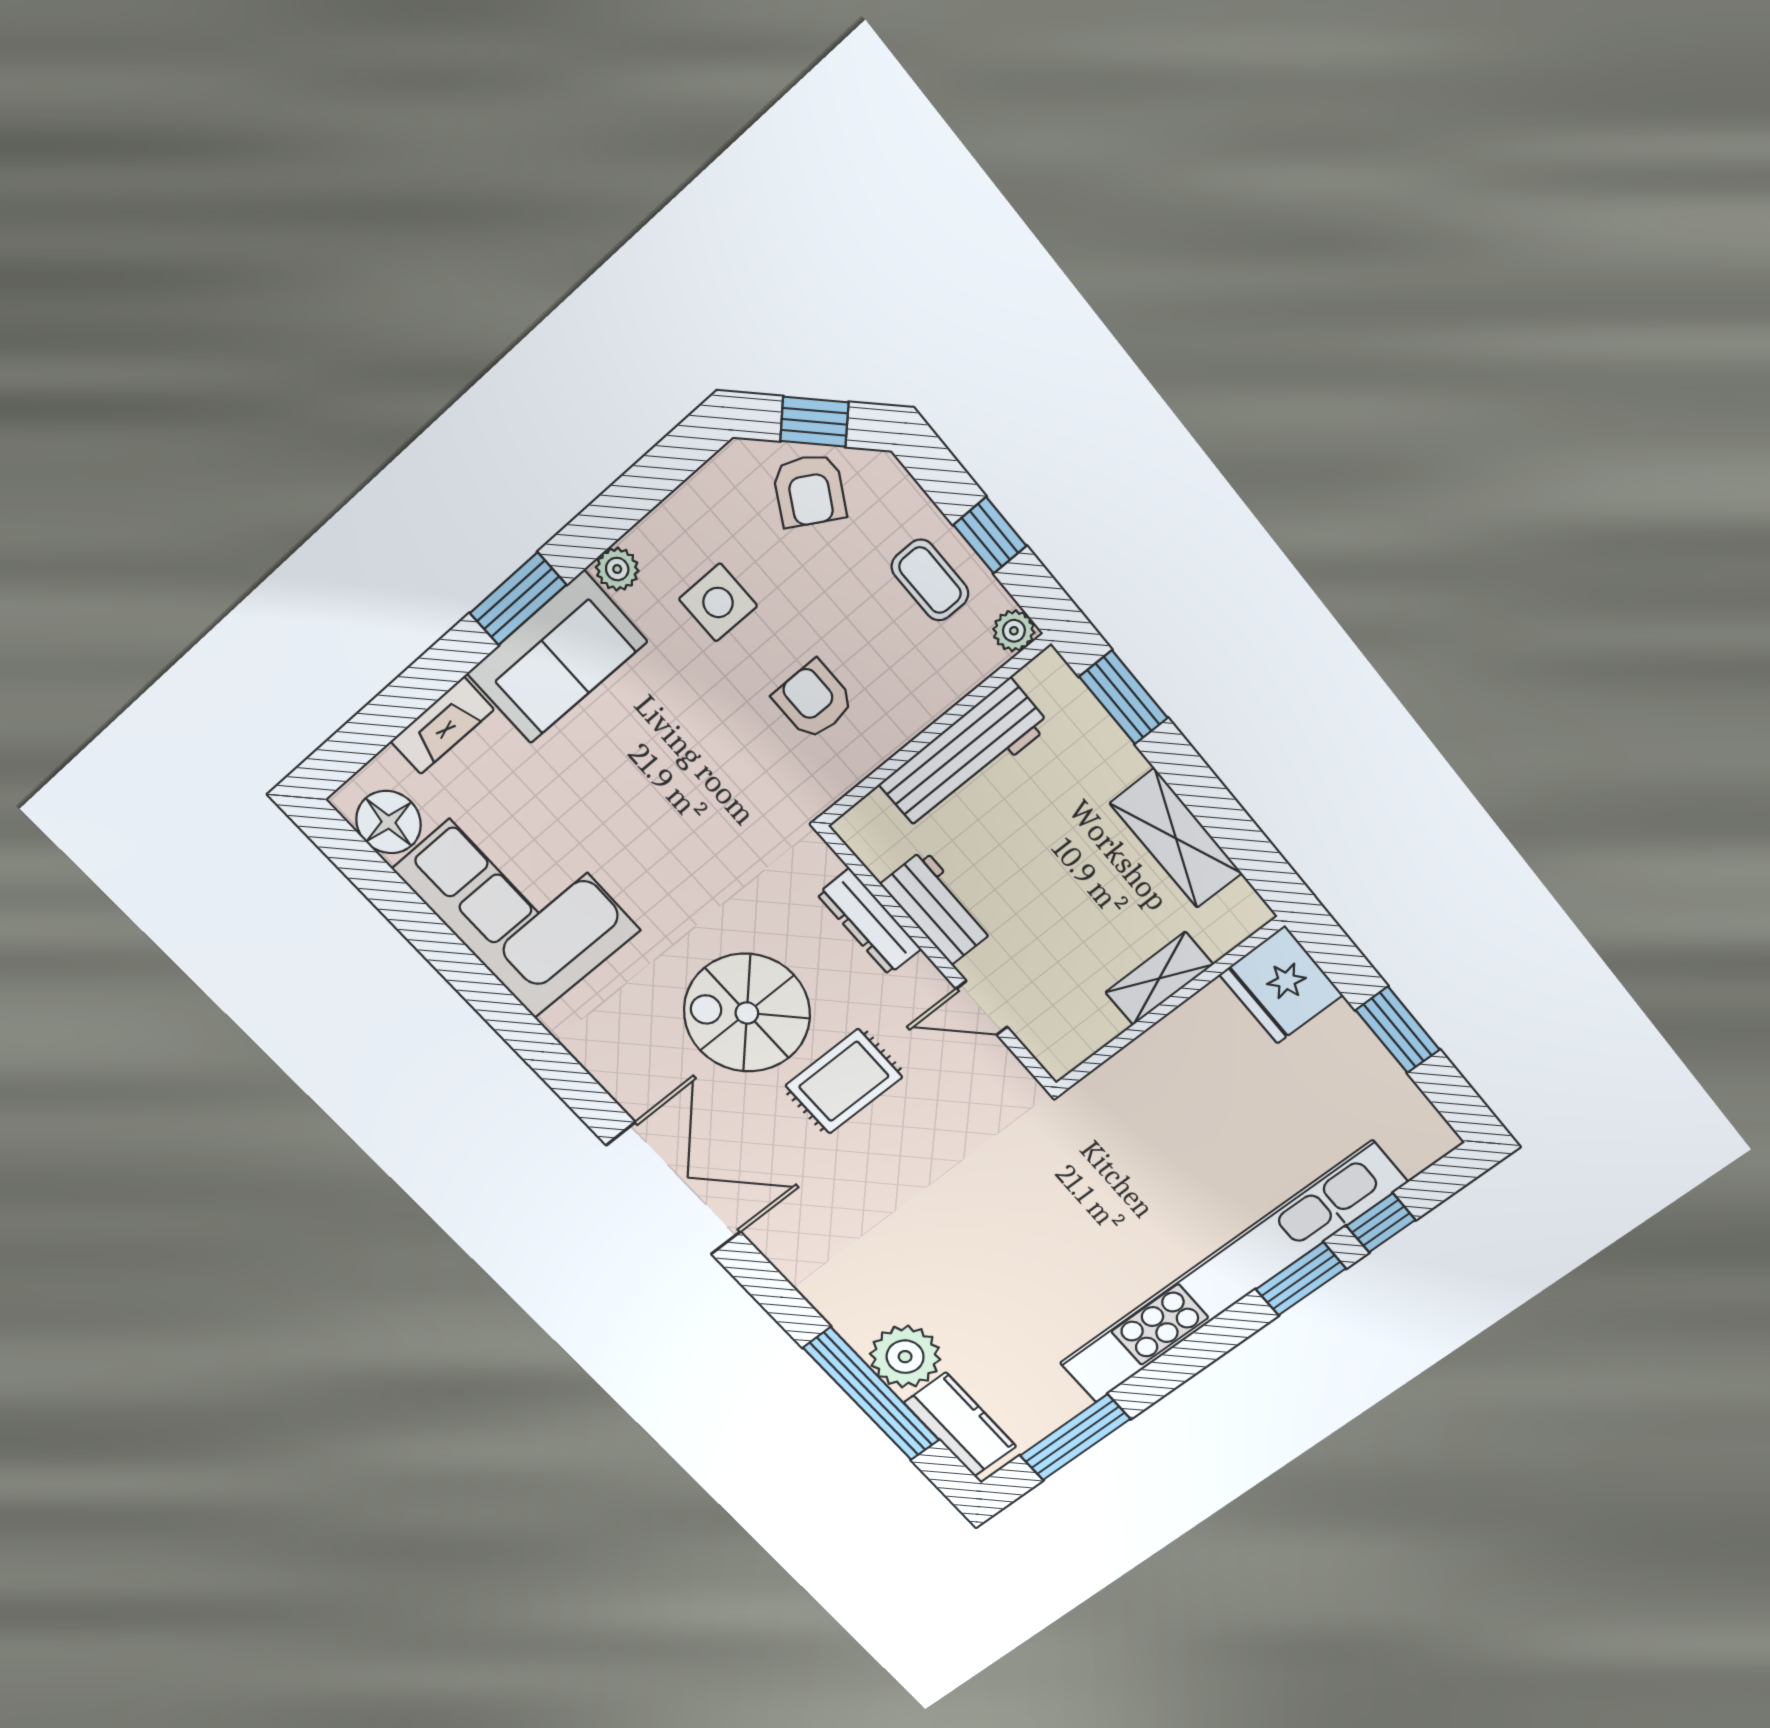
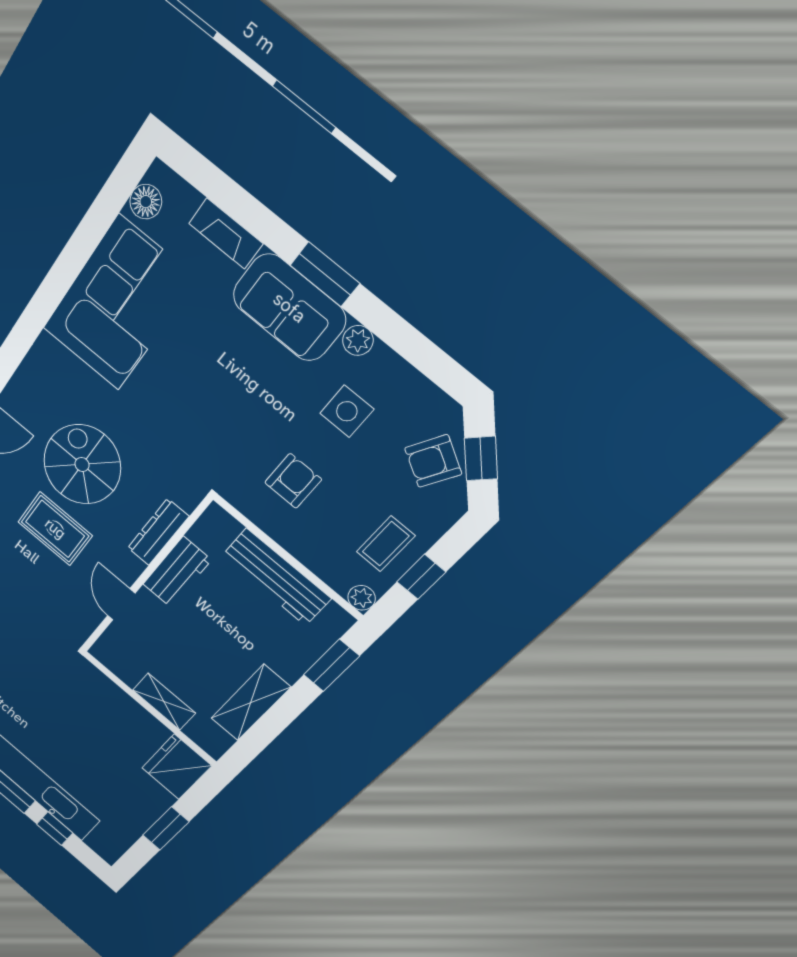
floor lamp: (389, 822) -> (146, 202), width x0.73, depth x0.73

